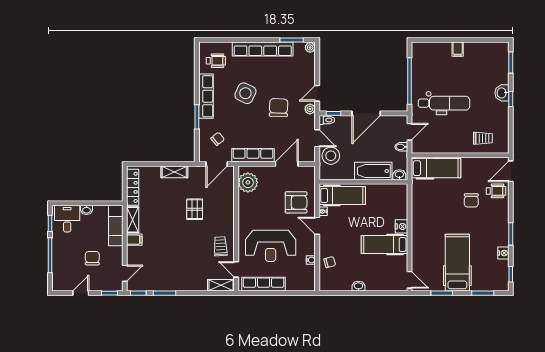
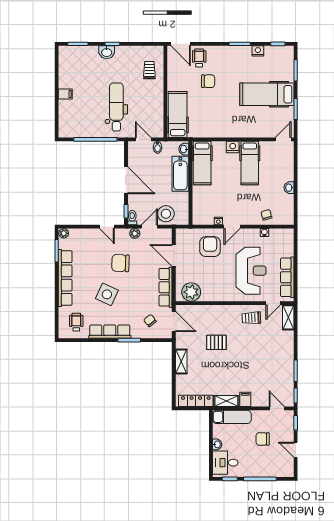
plant: (310, 109) -> (135, 233), moved
hospital bed: (342, 195) -> (202, 163), moved, turned 180

